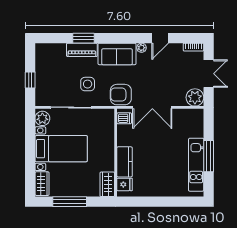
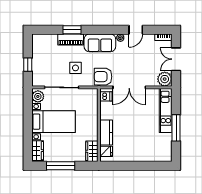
double door: (209, 74) -> (176, 59), swing flipped
kitchen unit: (196, 165) -> (166, 110), moved

